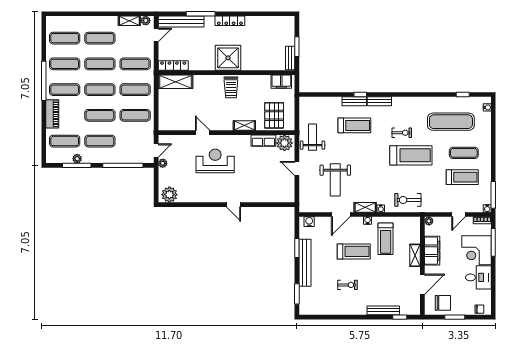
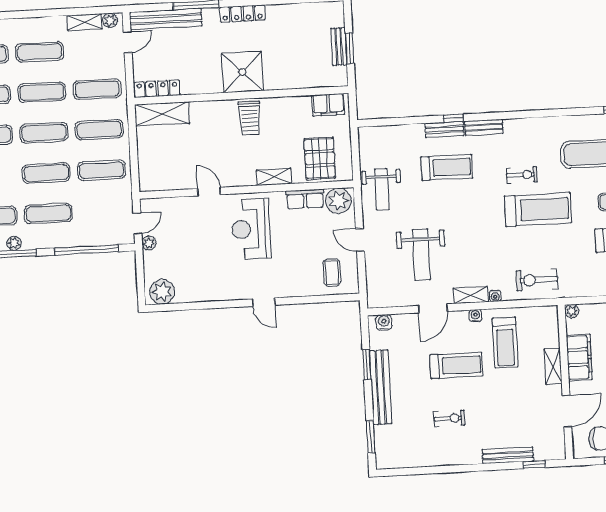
bench: (290, 58) -> (339, 47), moved
weight bench: (312, 137) -> (382, 189), turned 180
reception desk: (215, 161) -> (251, 229), moved, turned -90
coffee table: (278, 188) -> (332, 273), added

